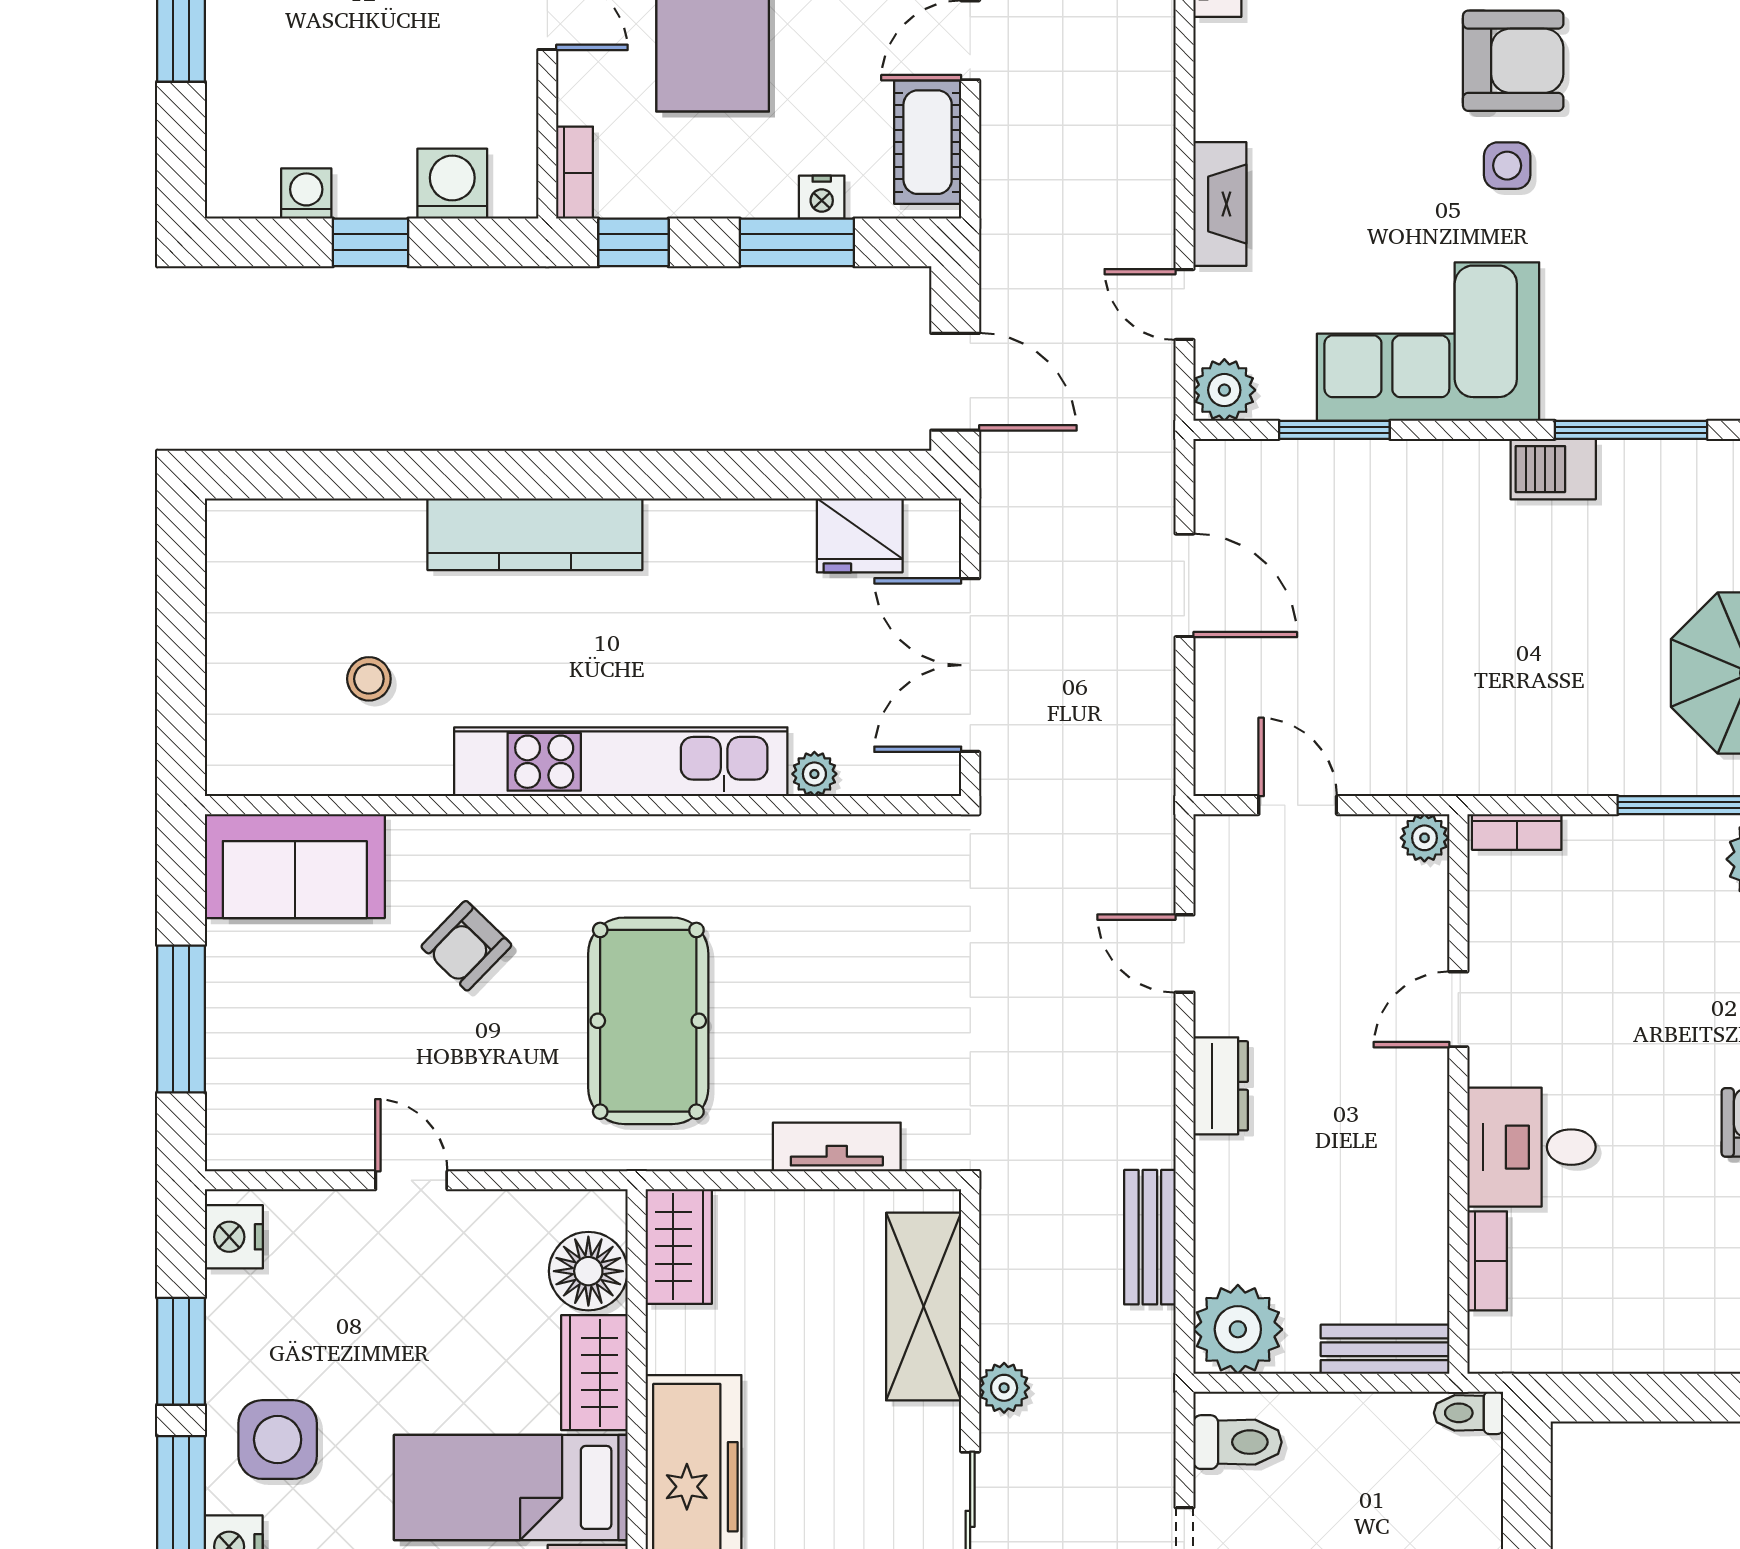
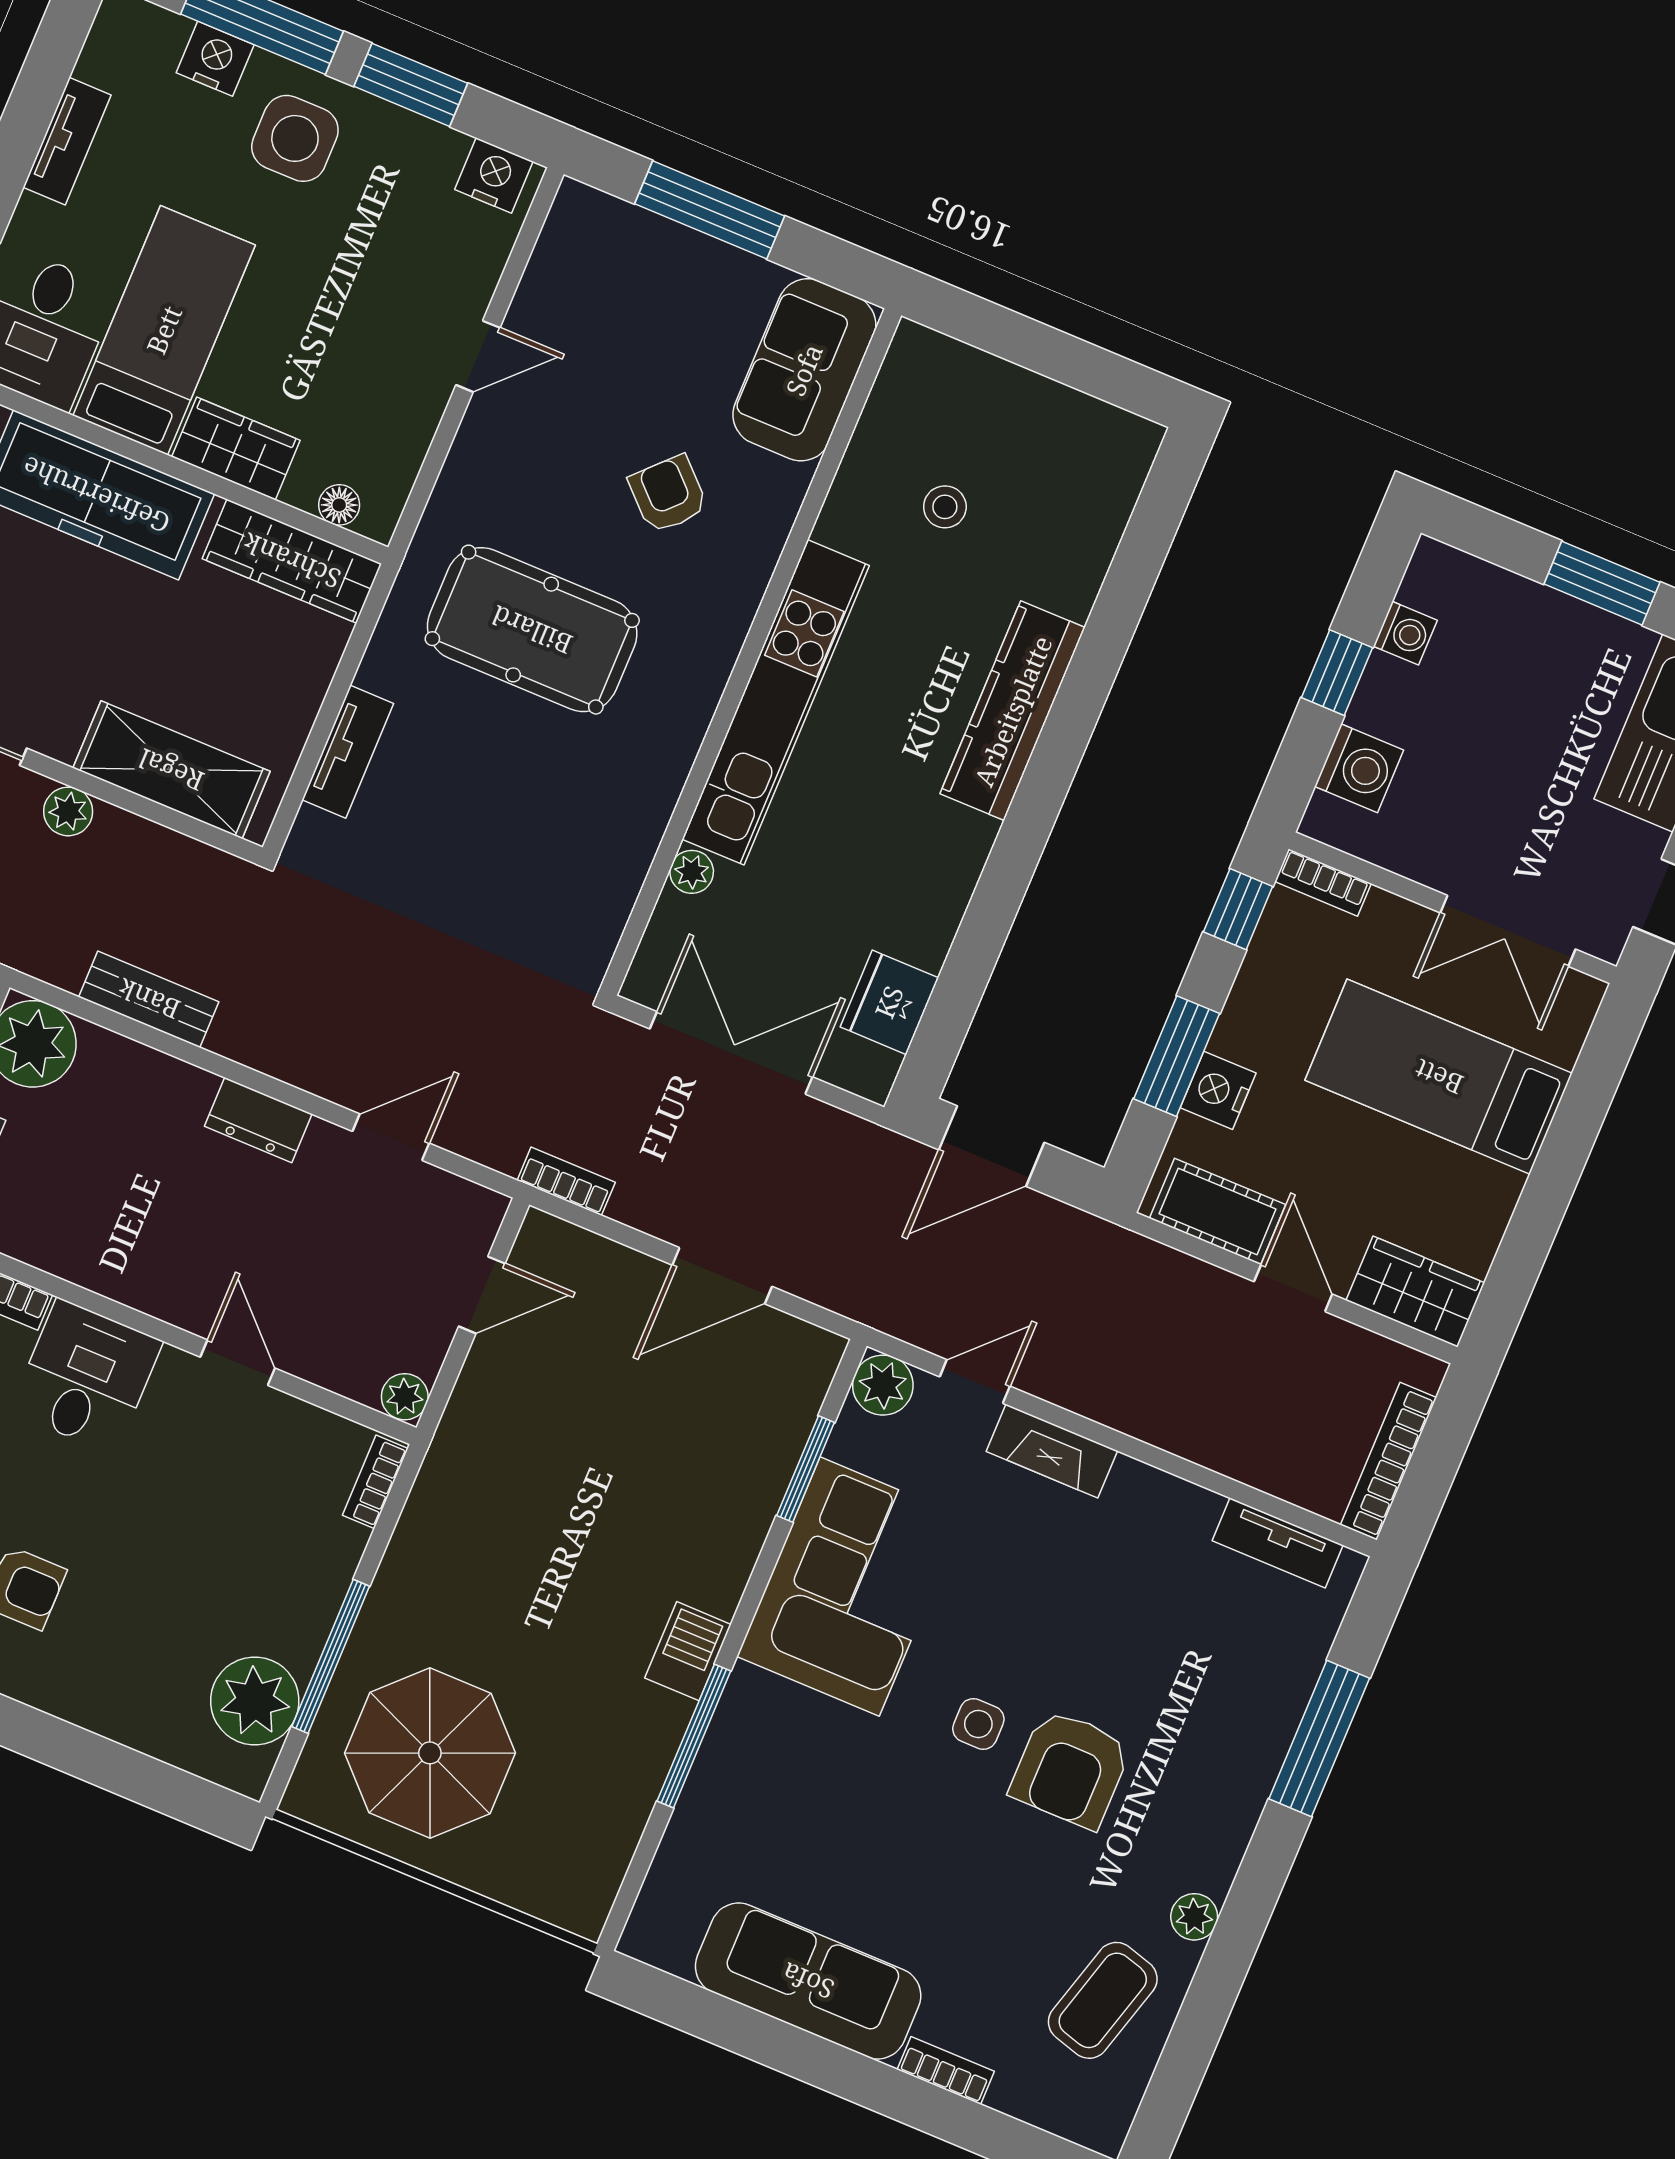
nightstand: (822, 197) -> (1218, 1090), width x1.39, depth x1.35
bookcase: (1157, 770) -> (566, 1181), added
wardrobe: (679, 1246) -> (292, 561), width x1.50
floor lamp: (588, 1271) -> (339, 505), width x0.53, depth x0.53

